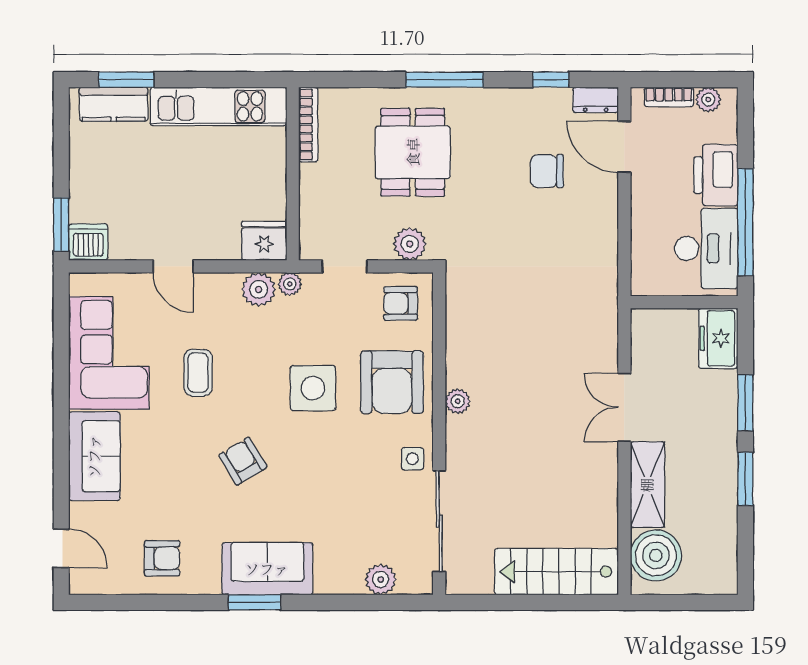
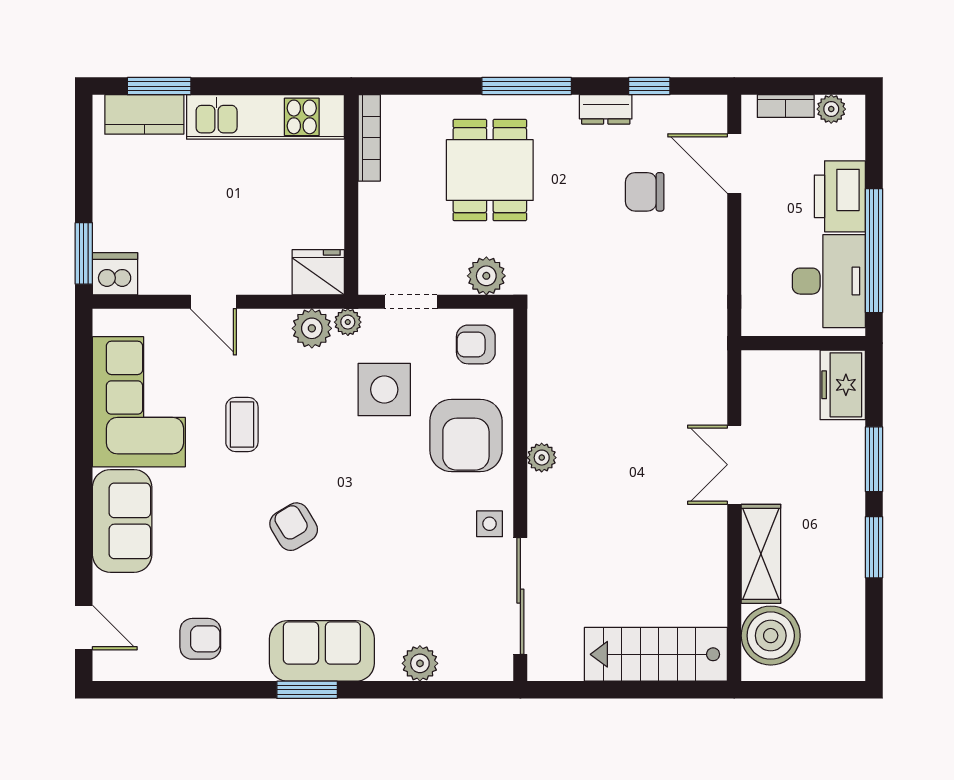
dresser: (596, 100) -> (606, 109), moved
side table: (313, 388) -> (384, 390), moved
plant: (381, 579) -> (420, 663), moved

